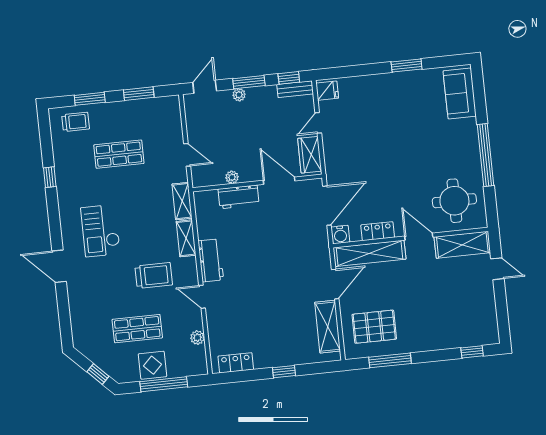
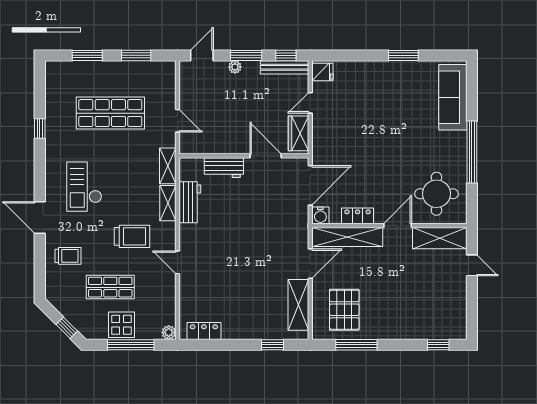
bench: (295, 89) -> (284, 67), width x1.36
sofa: (460, 93) -> (453, 97), width x1.36
trolley: (76, 122) -> (68, 256), moved
shop shelf: (119, 154) -> (110, 113), width x1.43, depth x1.36
plant: (232, 177) -> (219, 148), removed
door: (419, 237) -> (398, 226), hinge flipped
workbench: (211, 260) -> (190, 202), moved
pallet: (374, 327) -> (344, 310), turned 90
plant: (197, 338) -> (169, 332), moved
window: (284, 372) -> (272, 345), moved

